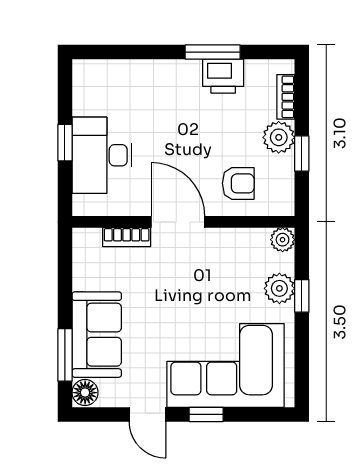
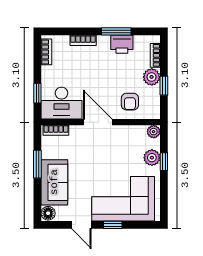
bookcase: (150, 69) -> (83, 40), added
bookcase: (82, 91) -> (46, 52), added
window: (65, 143) -> (37, 93), moved
desk: (102, 155) -> (62, 103), moved, turned -90
armchair: (238, 183) -> (130, 102), turned 90
bookcase: (127, 237) -> (56, 130), moved
window: (65, 355) -> (37, 164), moved

